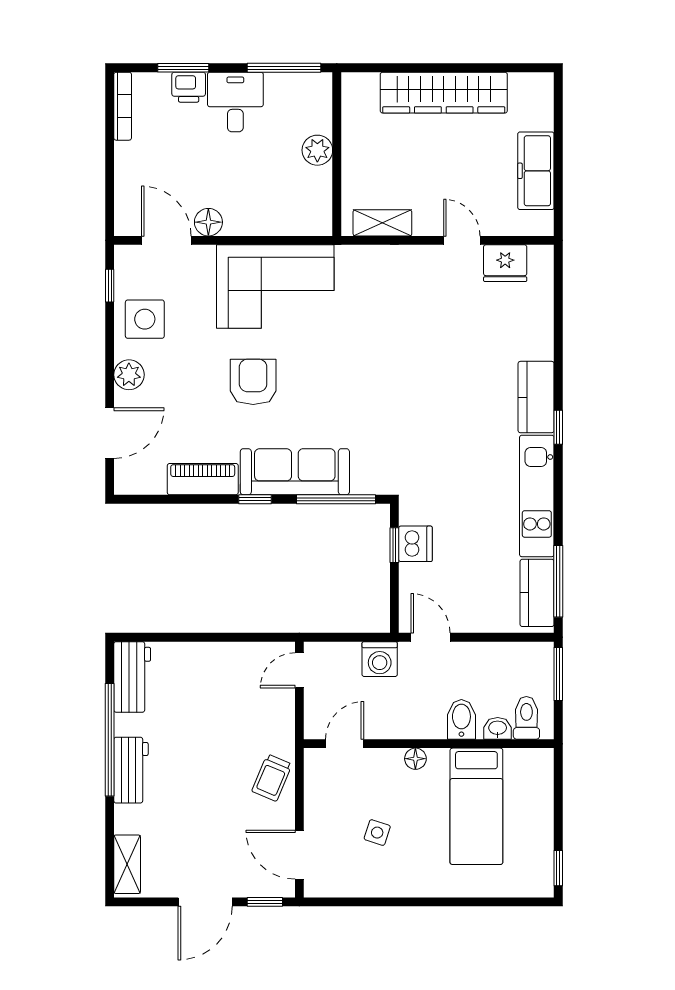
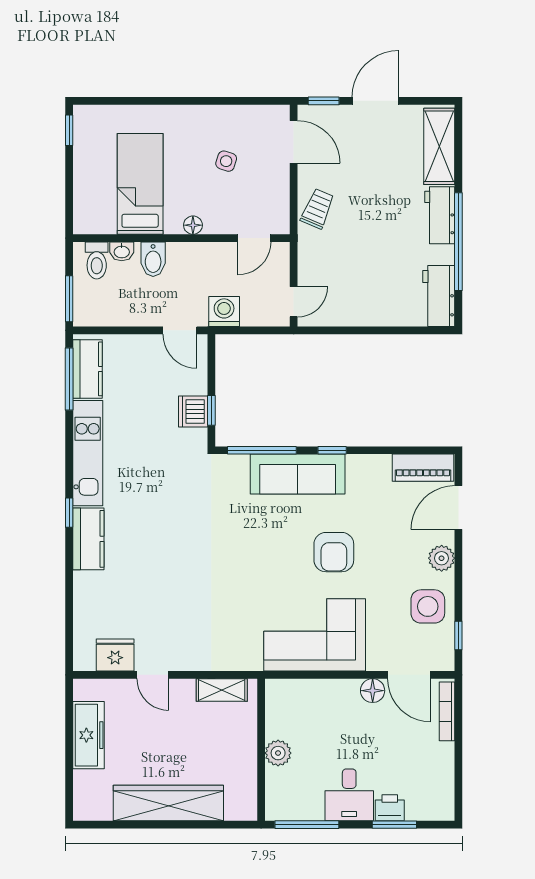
bookcase: (123, 106) -> (447, 711), moved
piano: (203, 479) -> (423, 468), moved
shelving: (127, 864) -> (439, 146), width x1.50, depth x1.33

